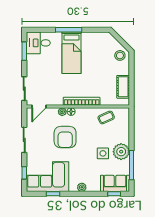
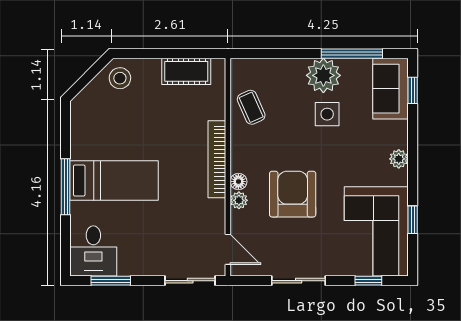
armchair: (65, 137) -> (293, 194), turned -90

